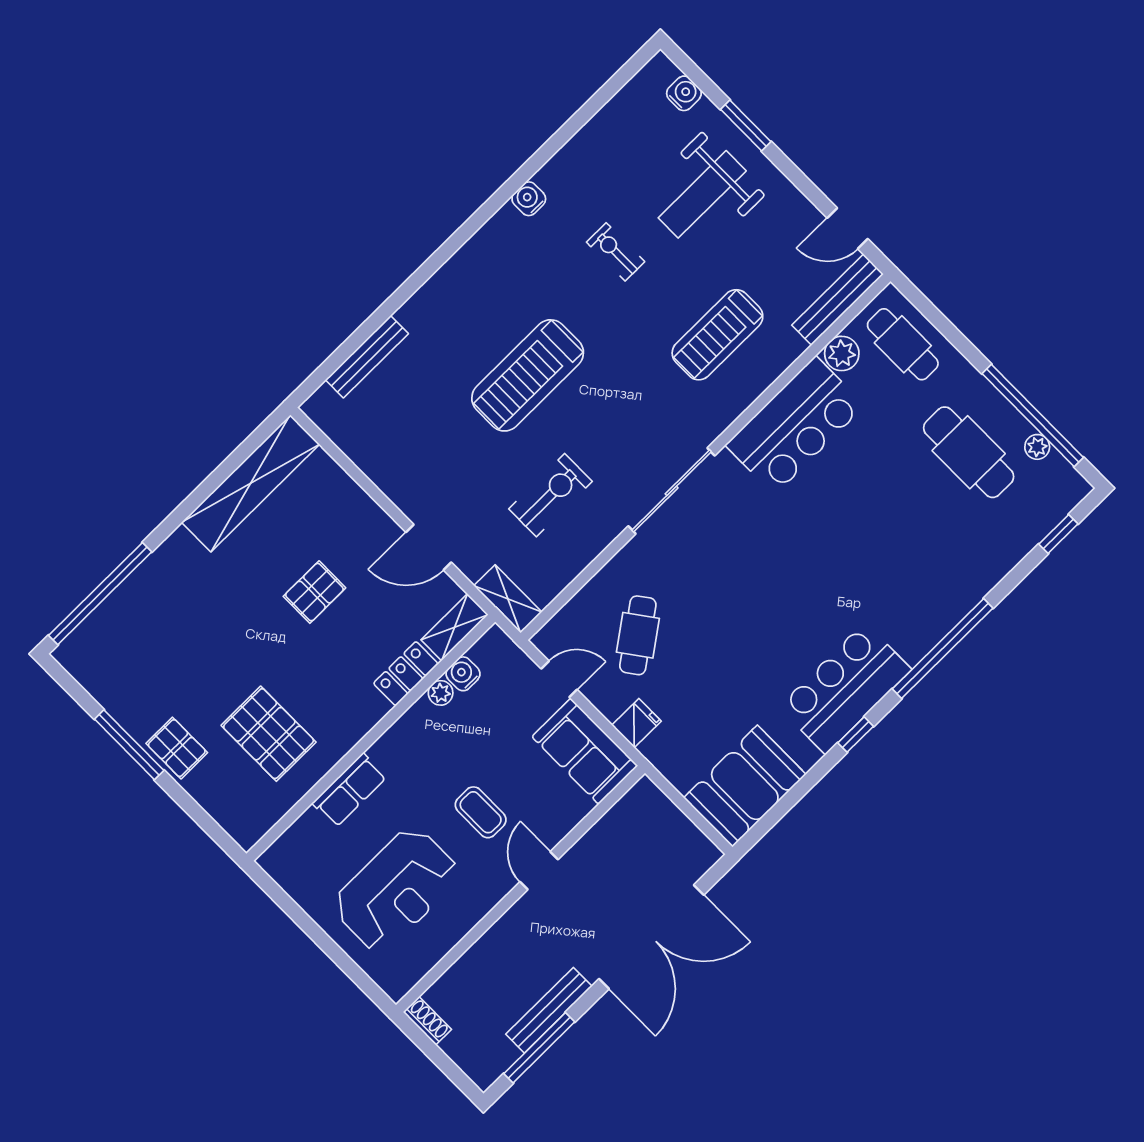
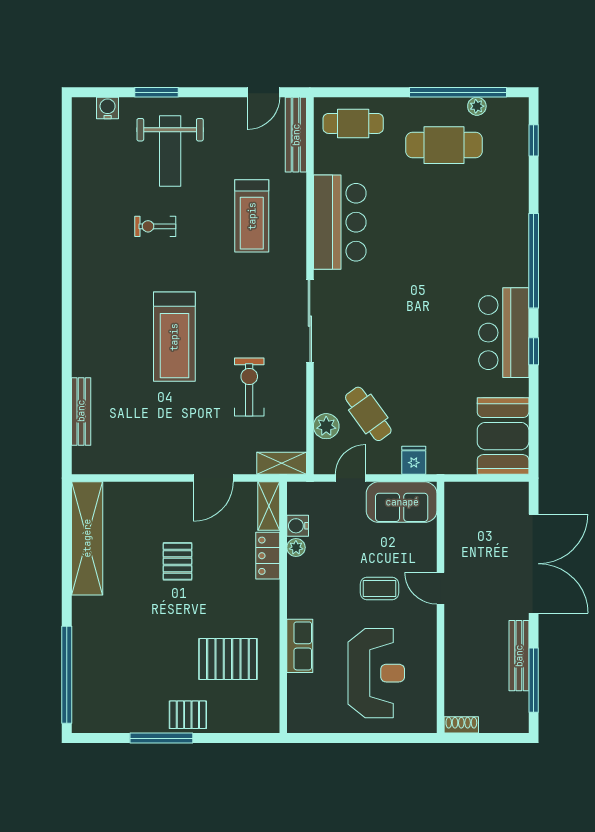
water cooler: (529, 199) -> (82, 244), removed
plant: (842, 353) -> (326, 426), moved

